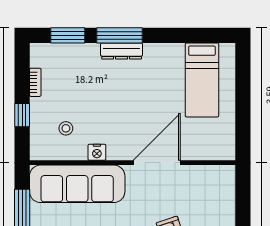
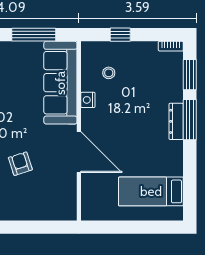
bookcase: (35, 82) -> (171, 46), moved

